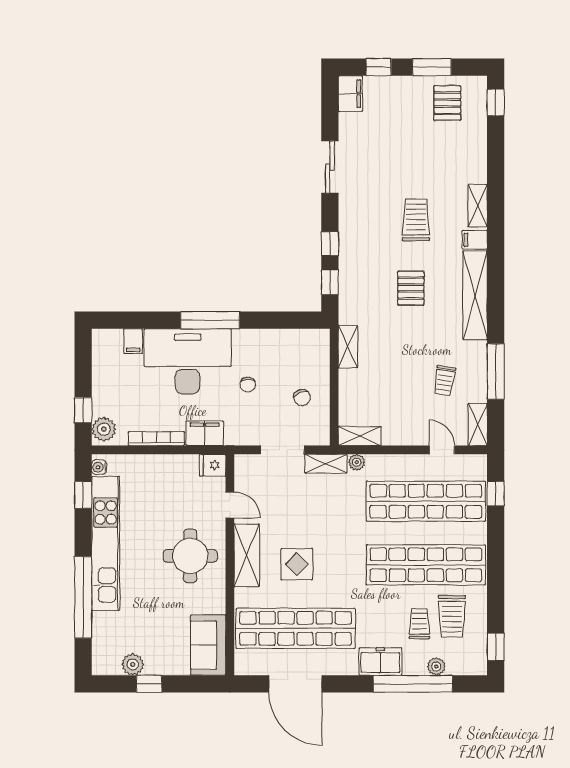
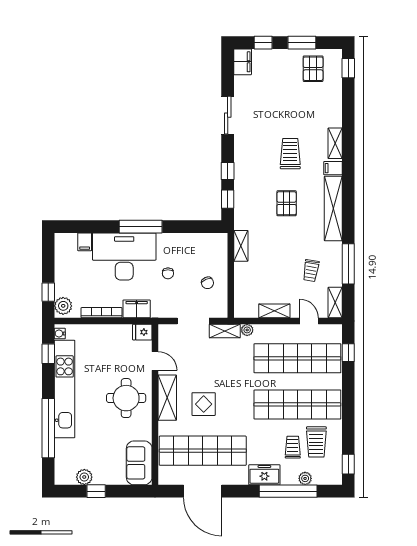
shelving: (360, 436) -> (274, 311), moved

